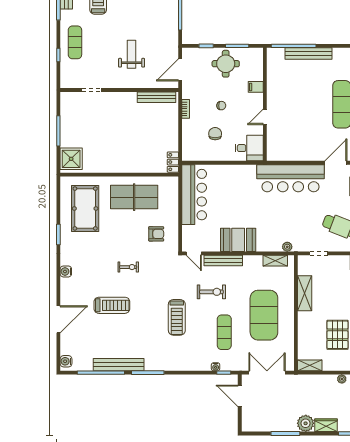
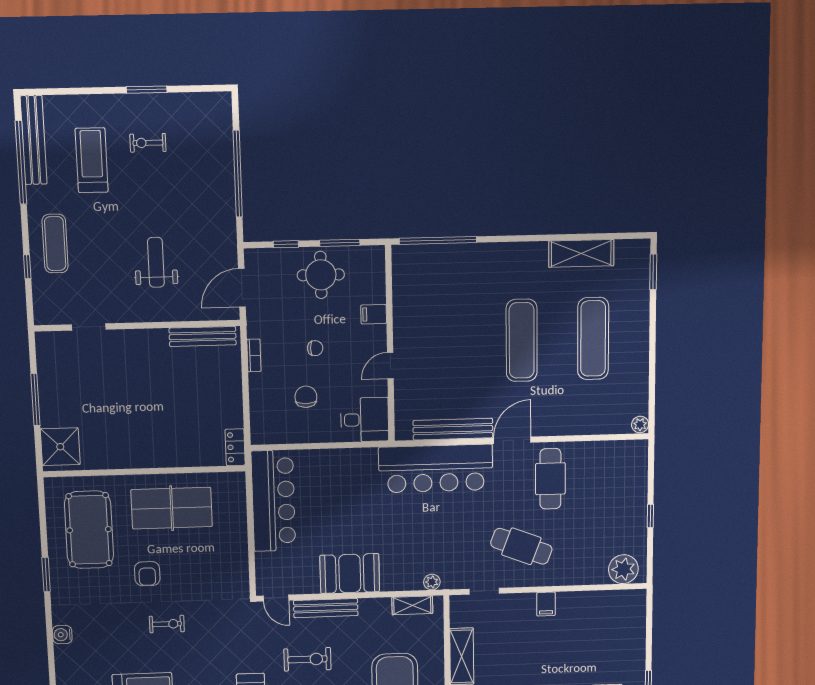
bench: (308, 53) -> (453, 429), moved
armchair: (156, 234) -> (147, 574), moved, turned 90

